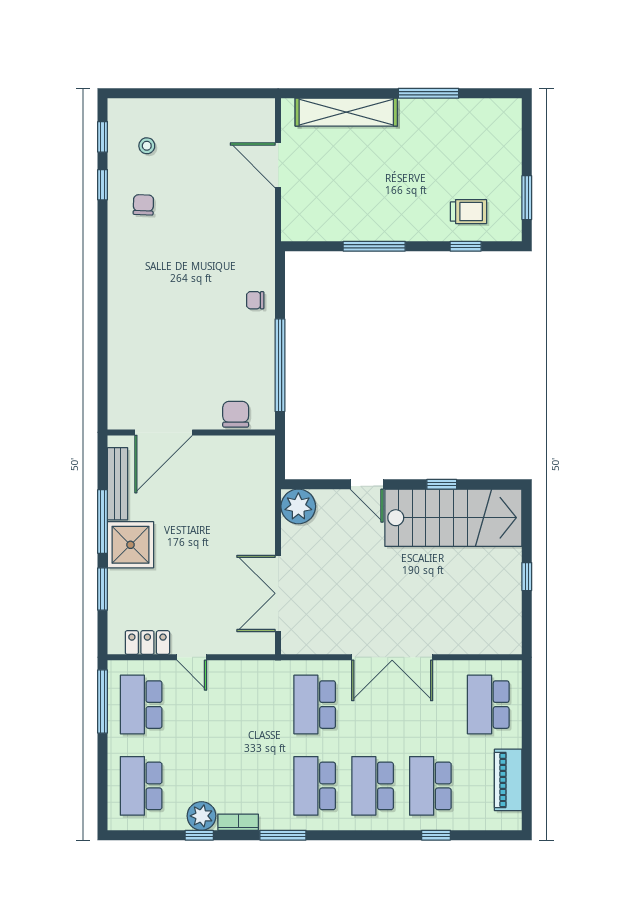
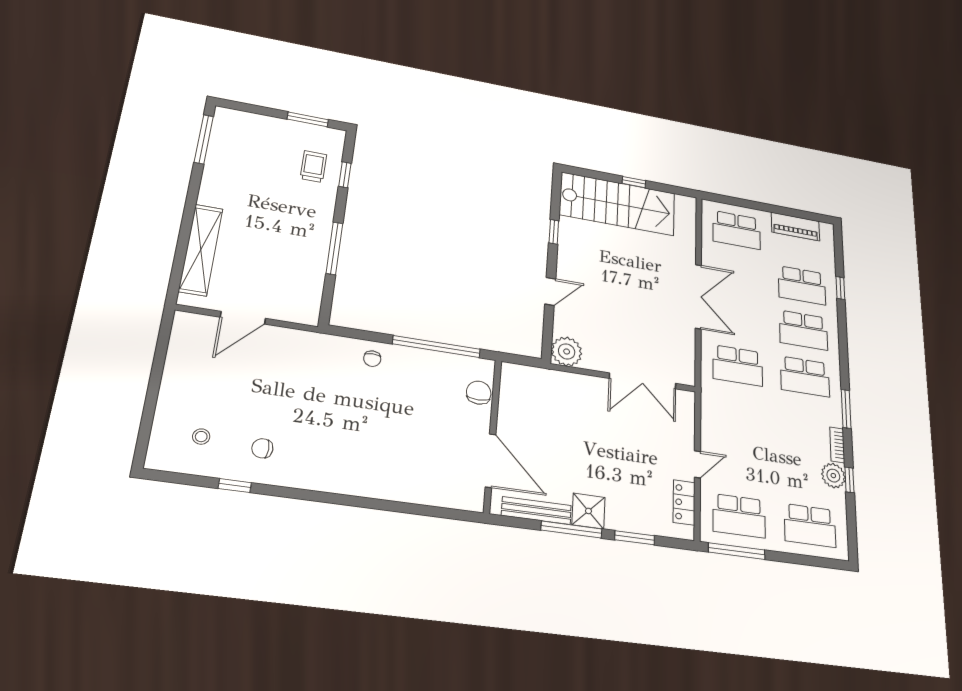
window: (428, 93) -> (204, 139), moved
window: (103, 137) -> (184, 479), removed
chair: (236, 414) -> (479, 393), turned 90
stairs: (453, 518) -> (618, 204), moved, turned 90
shower: (131, 545) -> (588, 511), width x0.73, depth x0.73

